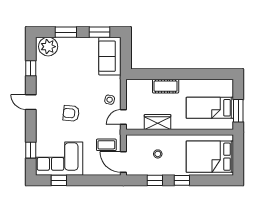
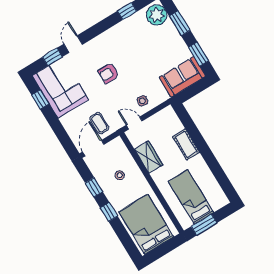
door: (31, 102) -> (73, 44), moved
armchair: (71, 113) -> (108, 73), turned -95

